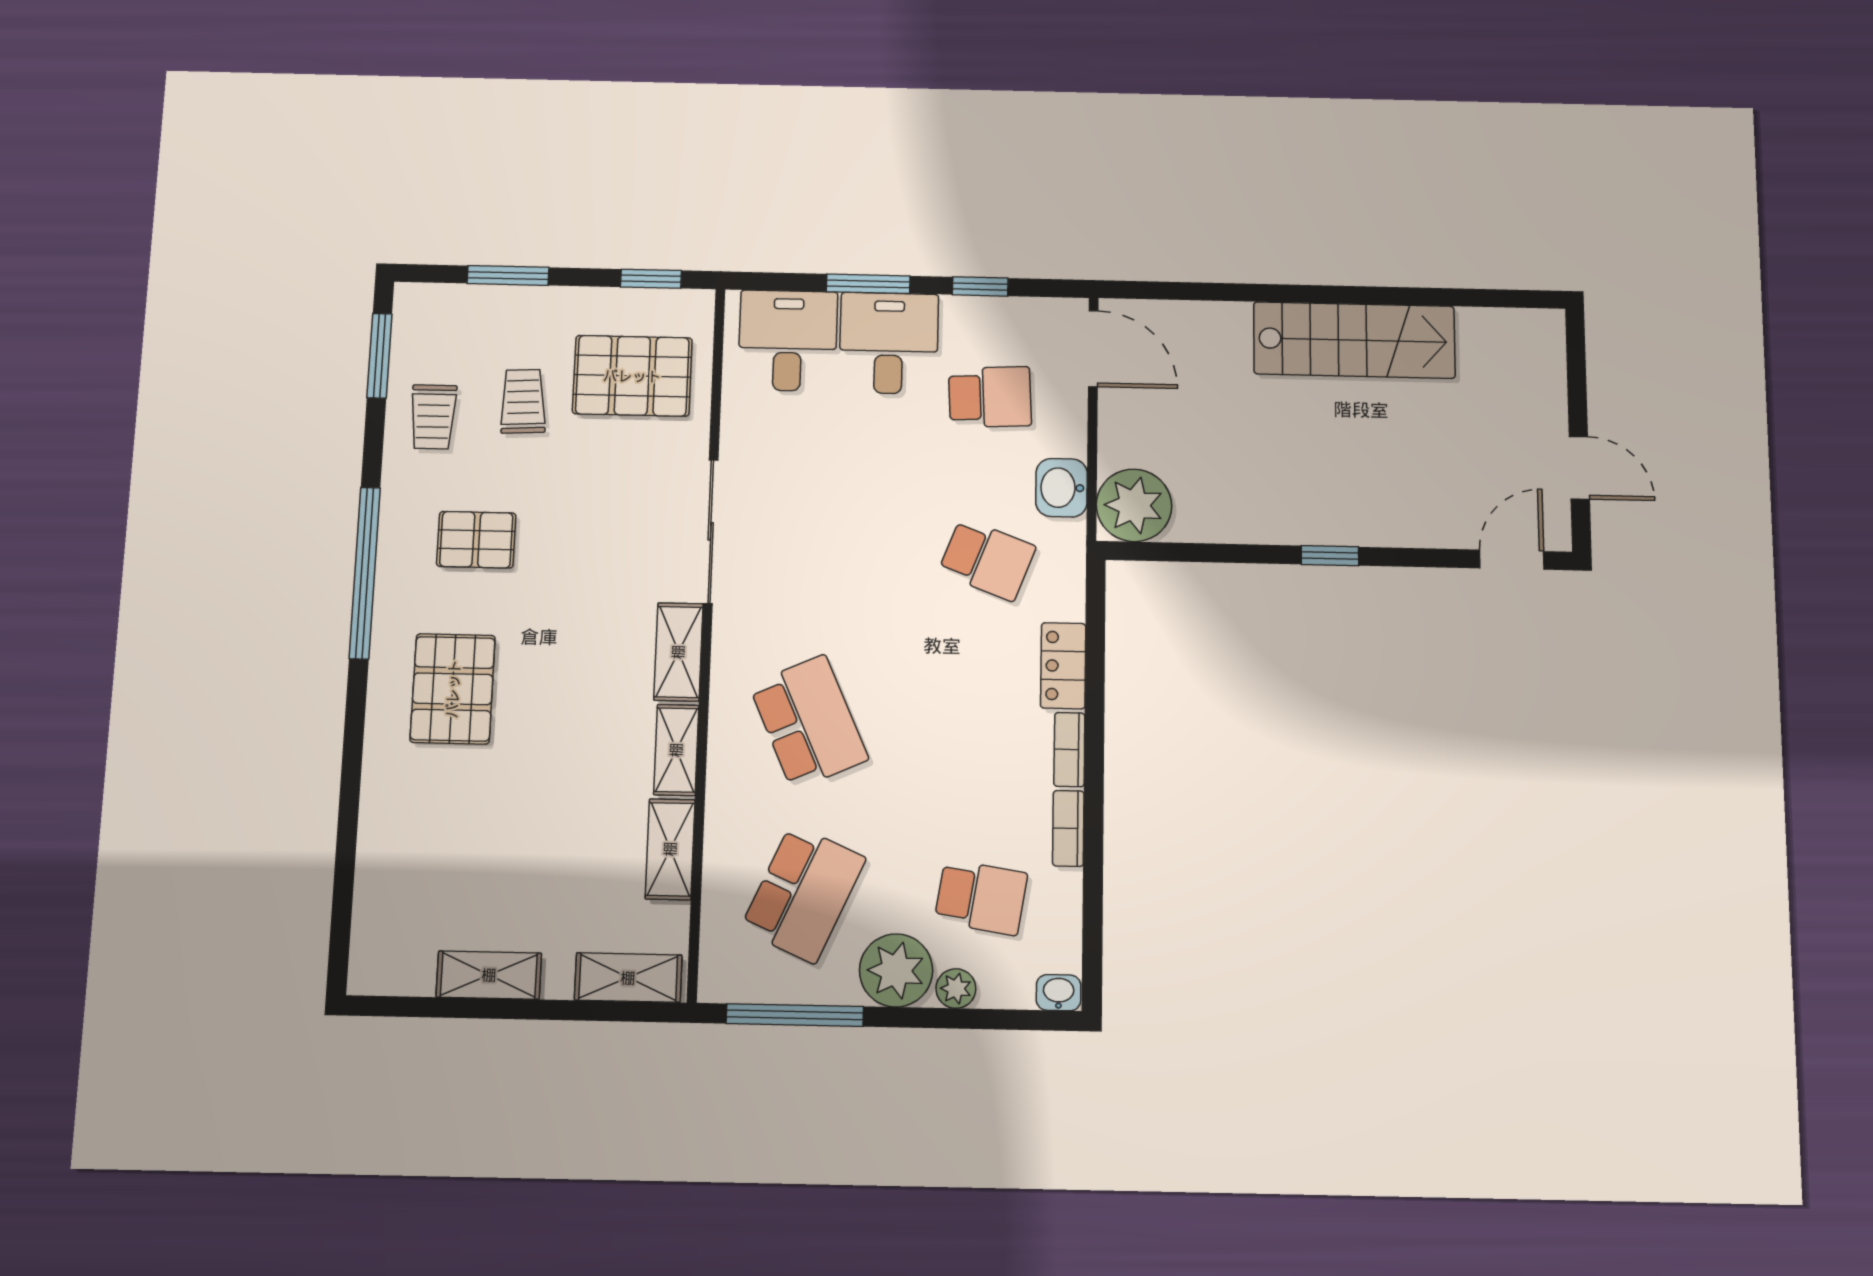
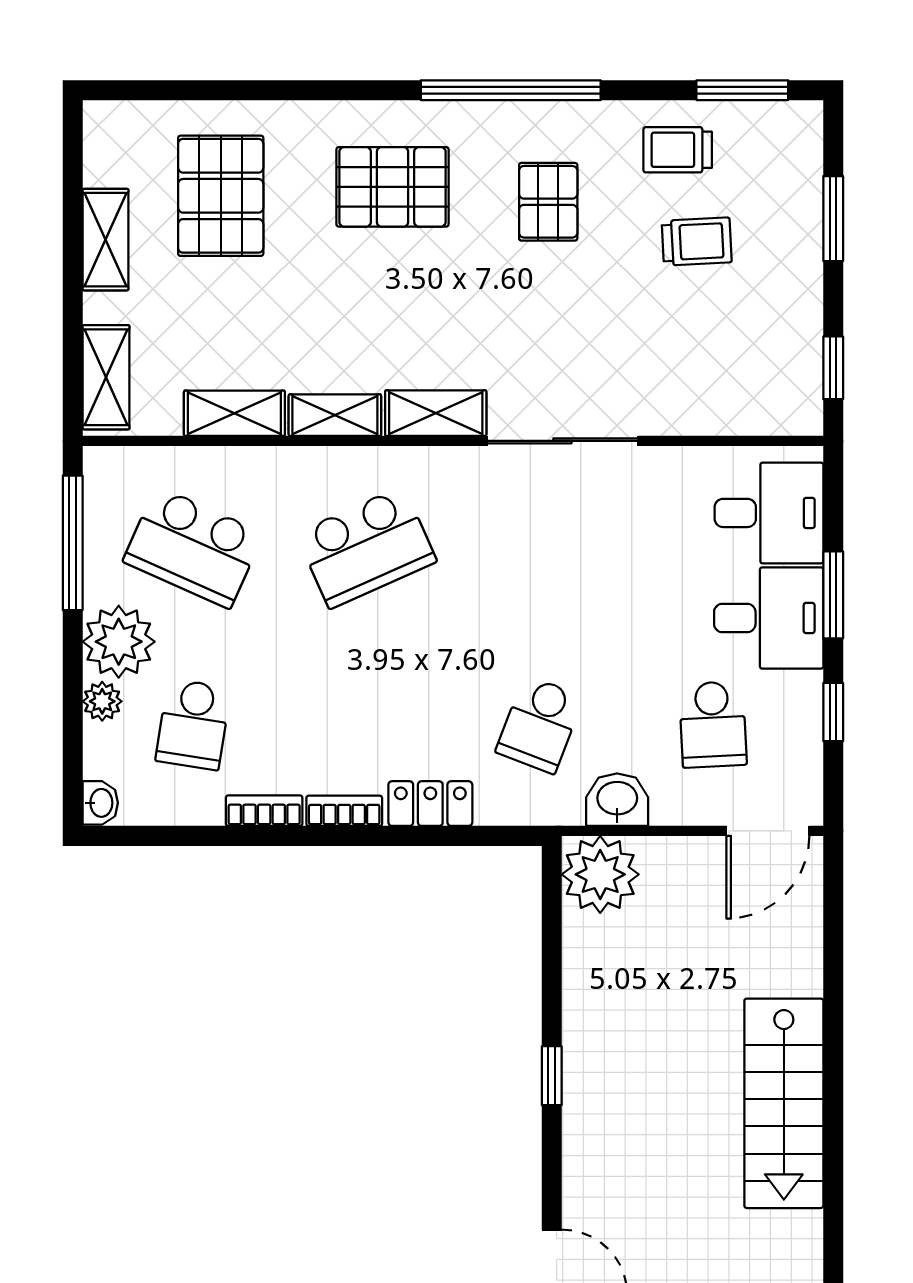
pallet: (632, 376) -> (221, 196), moved

